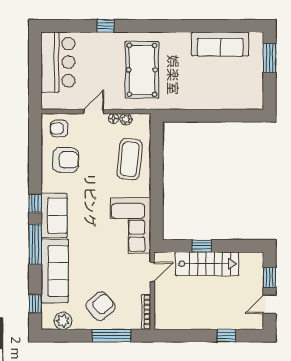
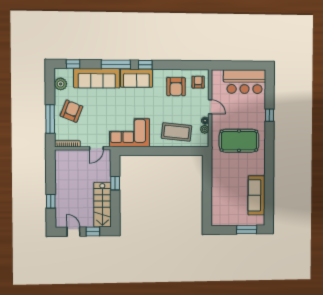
stairs: (207, 264) -> (102, 205), moved
door: (152, 272) -> (96, 148), hinge flipped
armchair: (101, 306) -> (72, 111), turned -118

